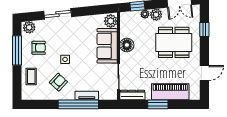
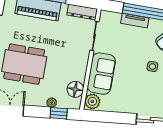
plant: (156, 15) -> (39, 100), removed
floor lamp: (127, 45) -> (75, 89), moved

